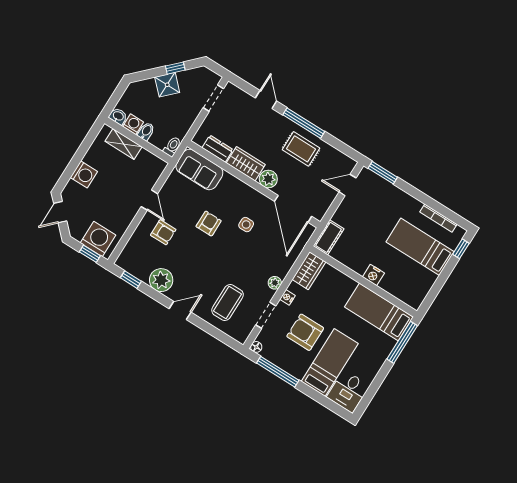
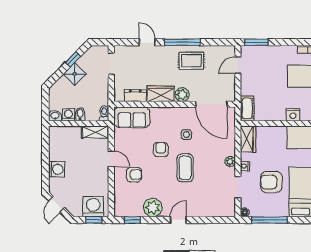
shelving: (124, 144) -> (95, 132), moved
coffee table: (228, 303) -> (185, 168), moved

